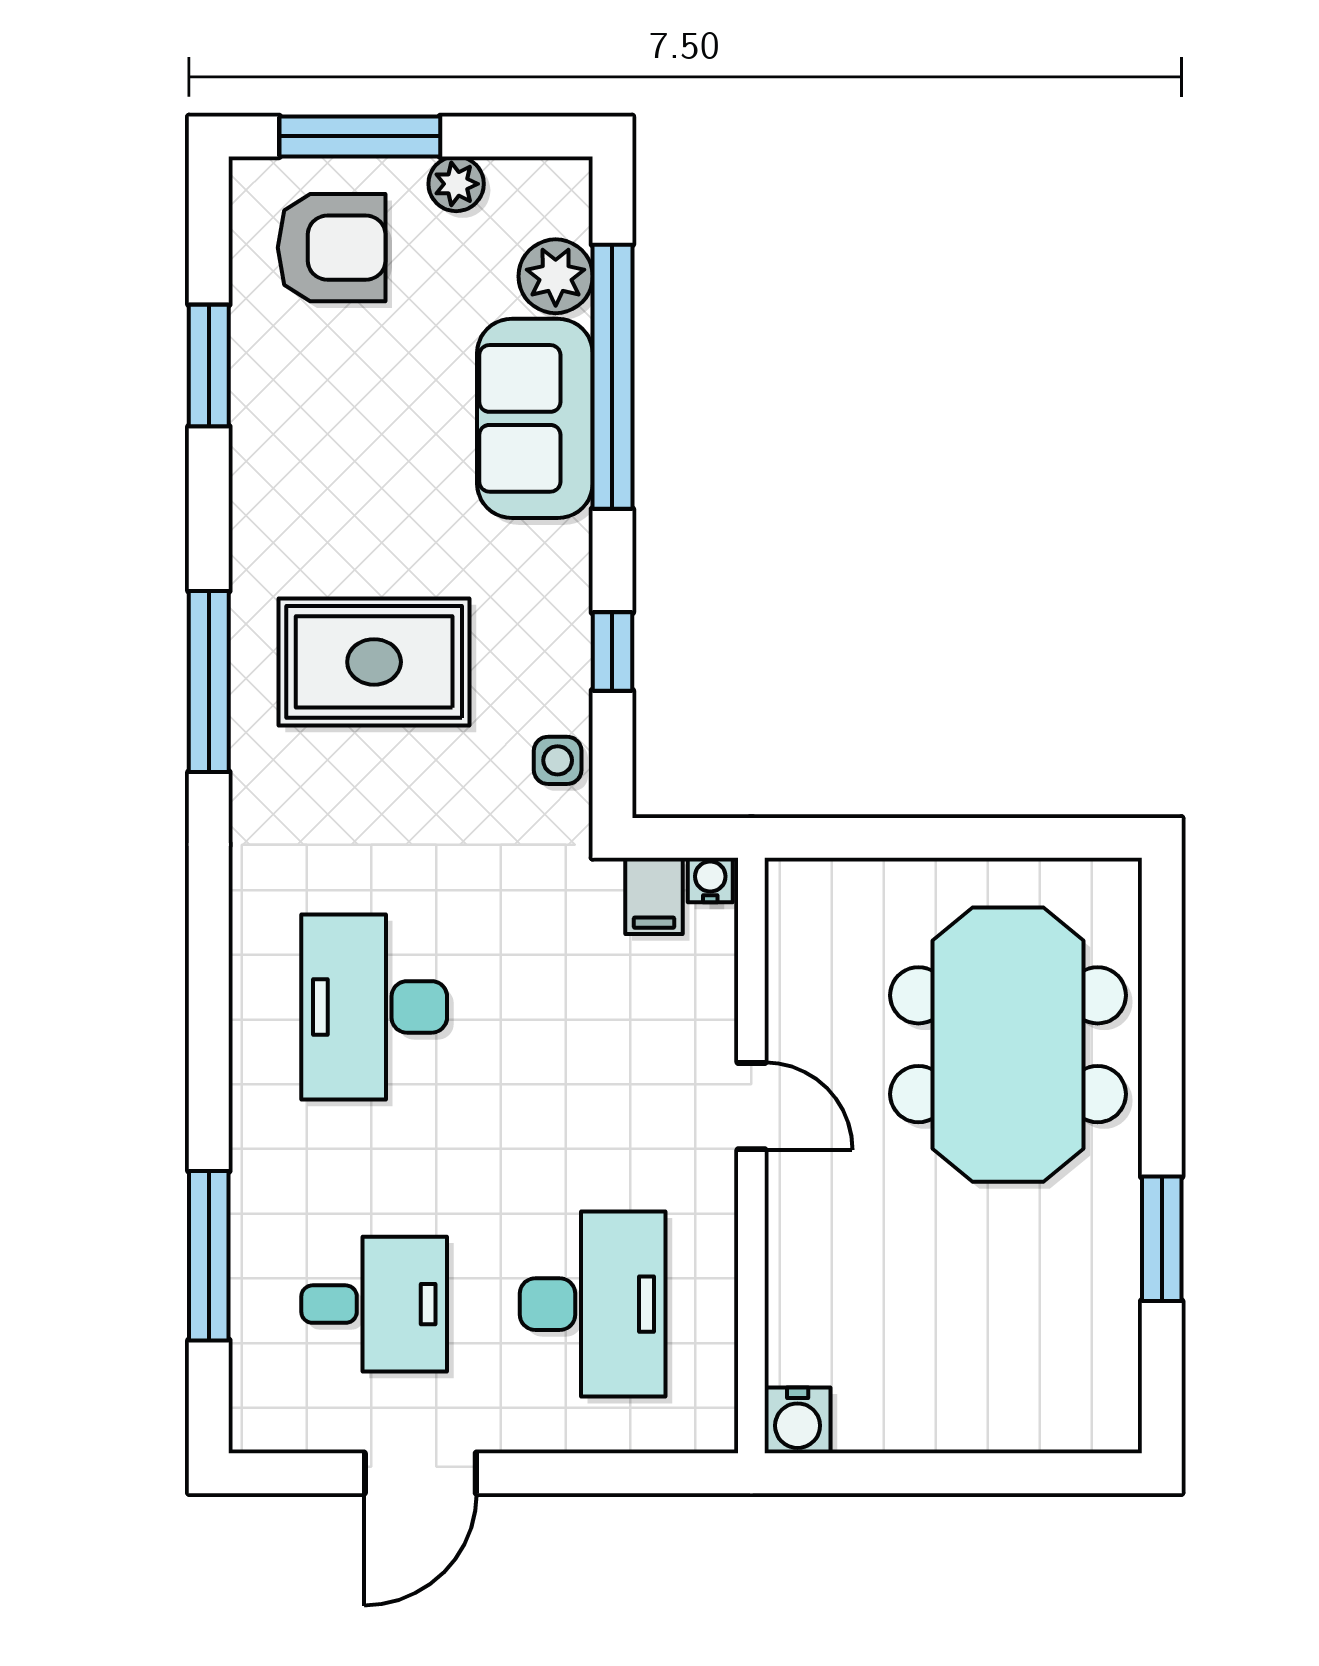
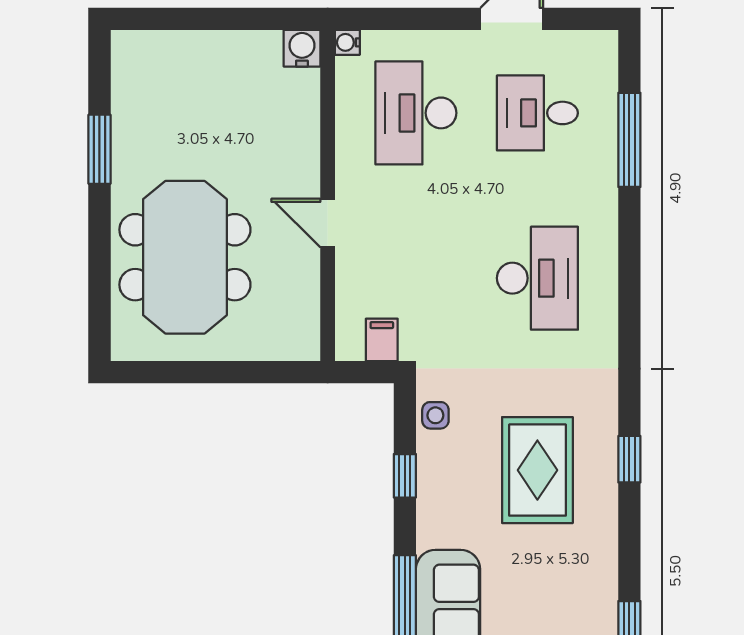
rug: (374, 662) -> (537, 470), turned 90
window: (209, 681) -> (629, 459), width x0.46
water cooler: (710, 880) -> (347, 42), moved, turned 90

